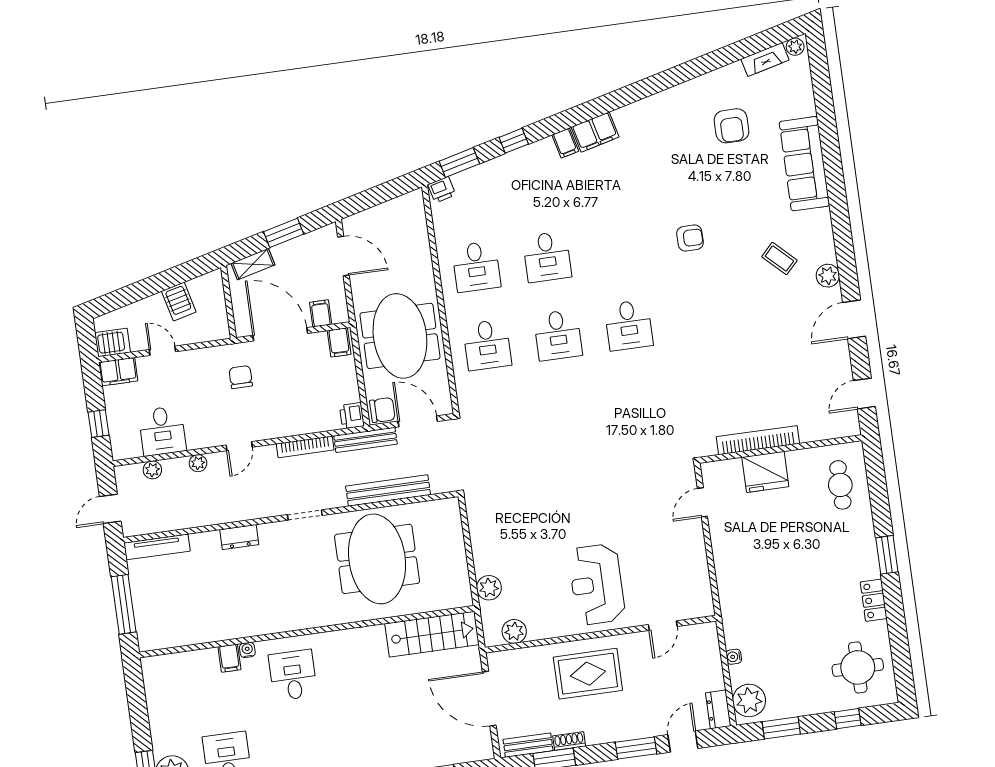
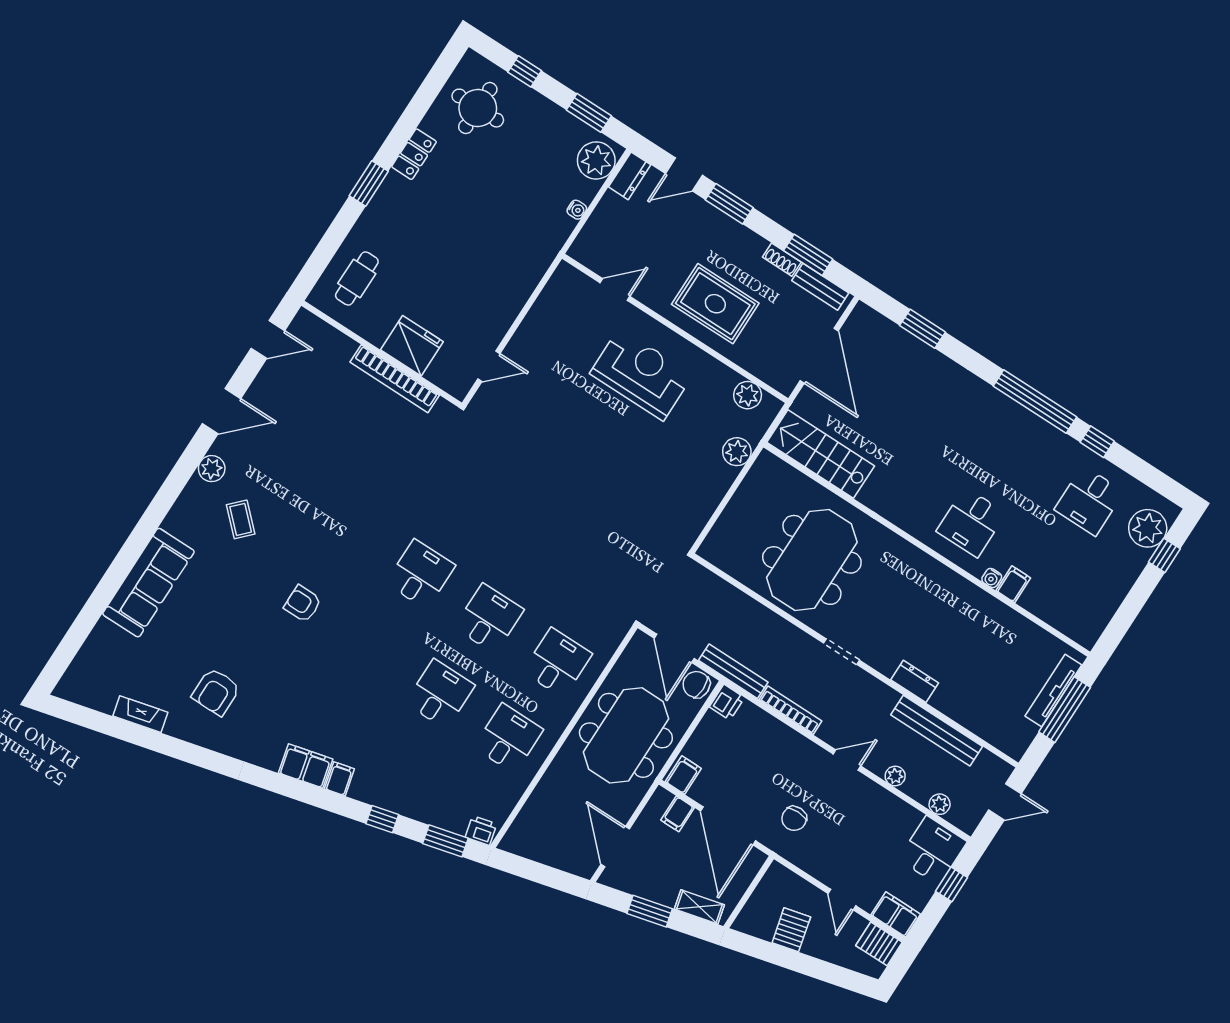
plant: (795, 47) -> (69, 691), removed
fireplace: (765, 60) -> (140, 714), moved
armchair: (732, 126) -> (216, 692), moved, turned 180
desk: (162, 431) -> (933, 850), moved
bench: (388, 490) -> (937, 731), moved
tv unit: (157, 547) -> (1053, 691), moved, turned -90
reception desk: (597, 584) -> (641, 374), turned -90

